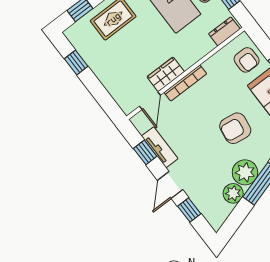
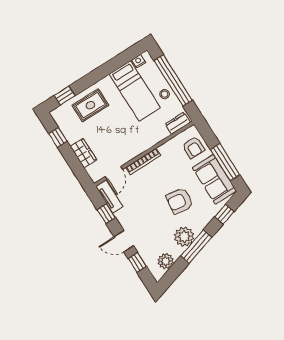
wardrobe: (166, 74) -> (83, 153), moved, turned 90
tv unit: (160, 147) -> (109, 197), moved
door: (170, 185) -> (124, 241), hinge flipped
plant: (233, 193) -> (166, 261), moved

